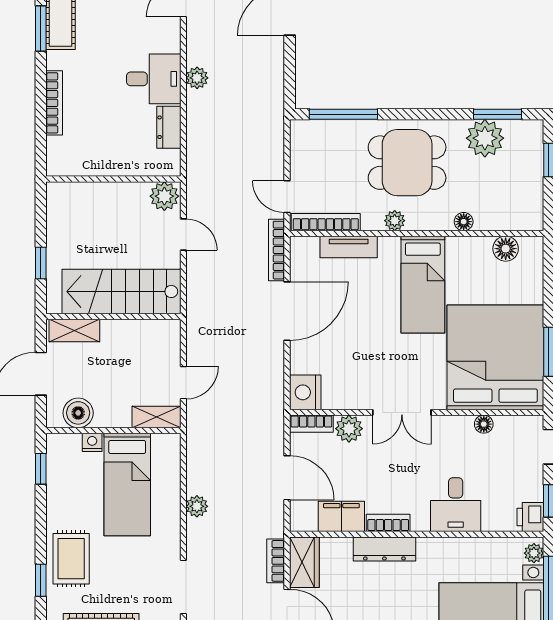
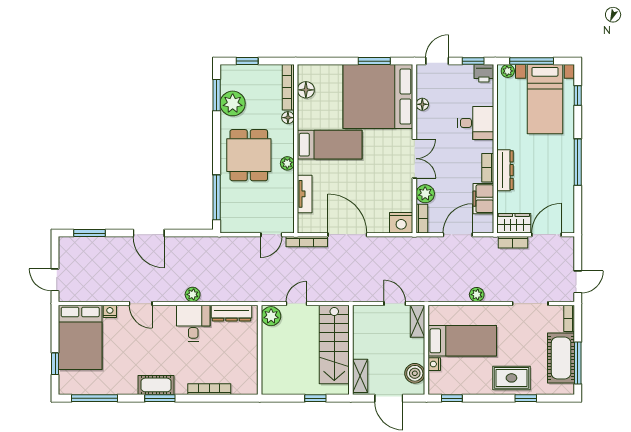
dresser: (169, 127) -> (231, 313), width x1.44
bookcase: (326, 222) -> (288, 87), moved

